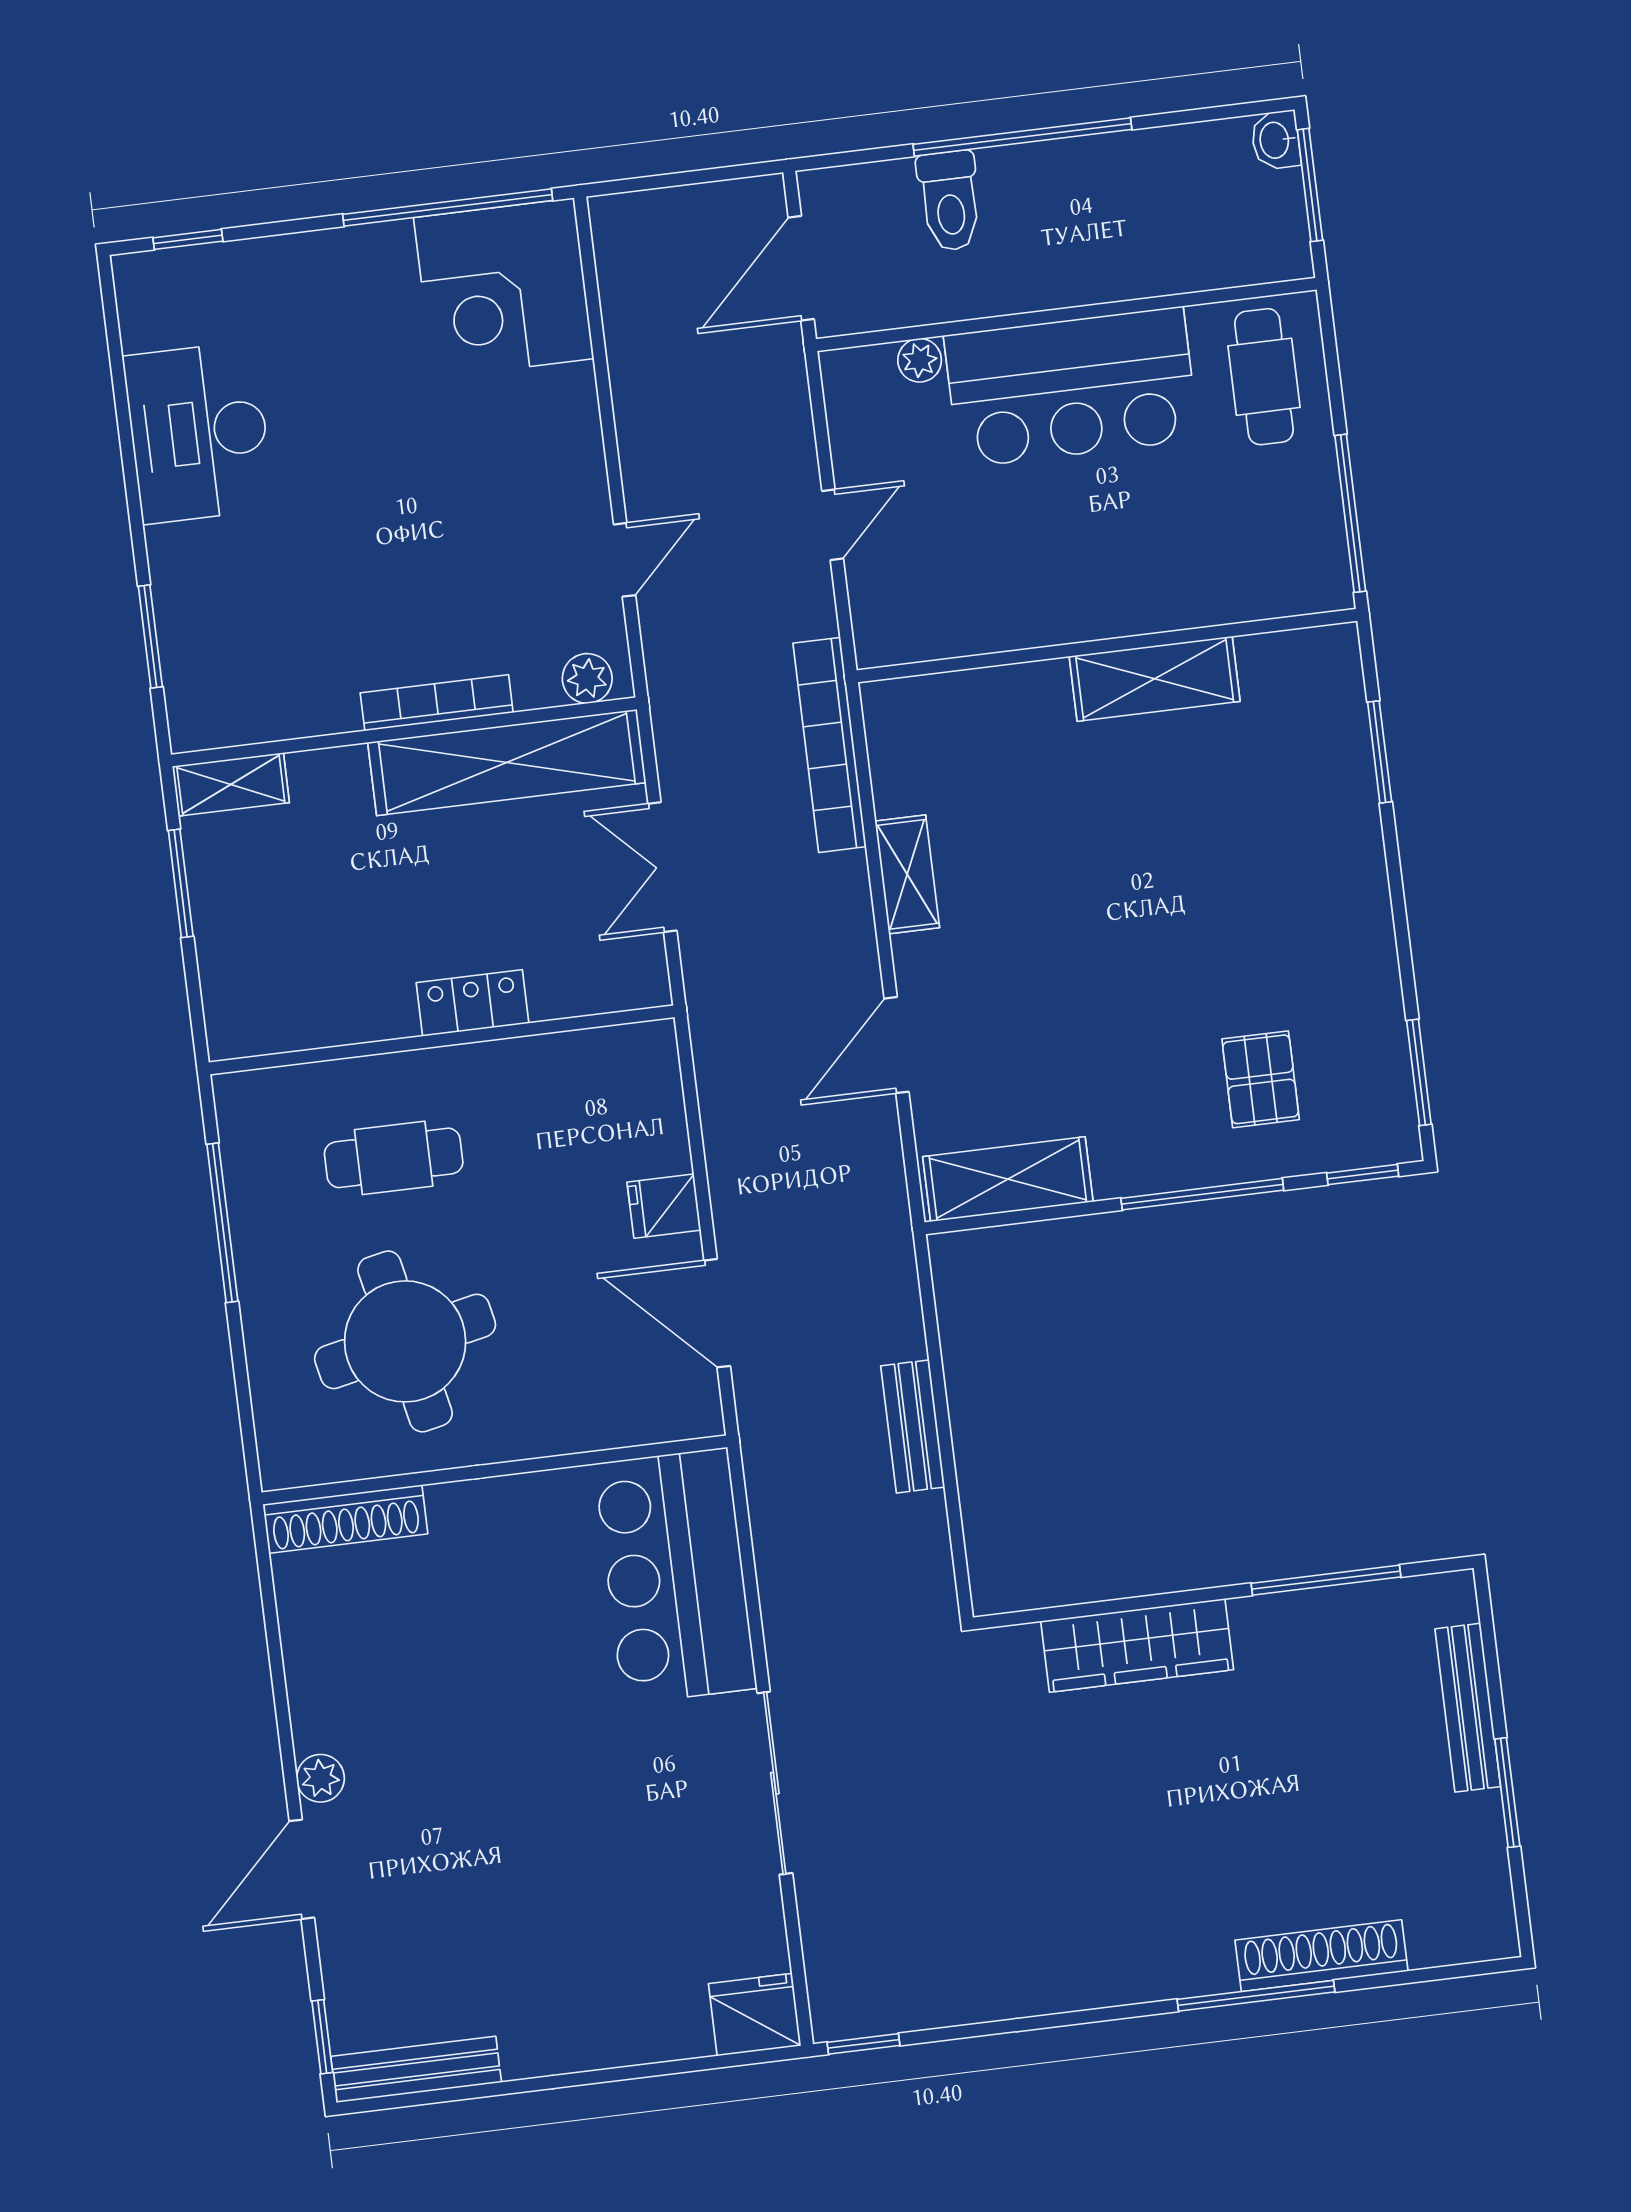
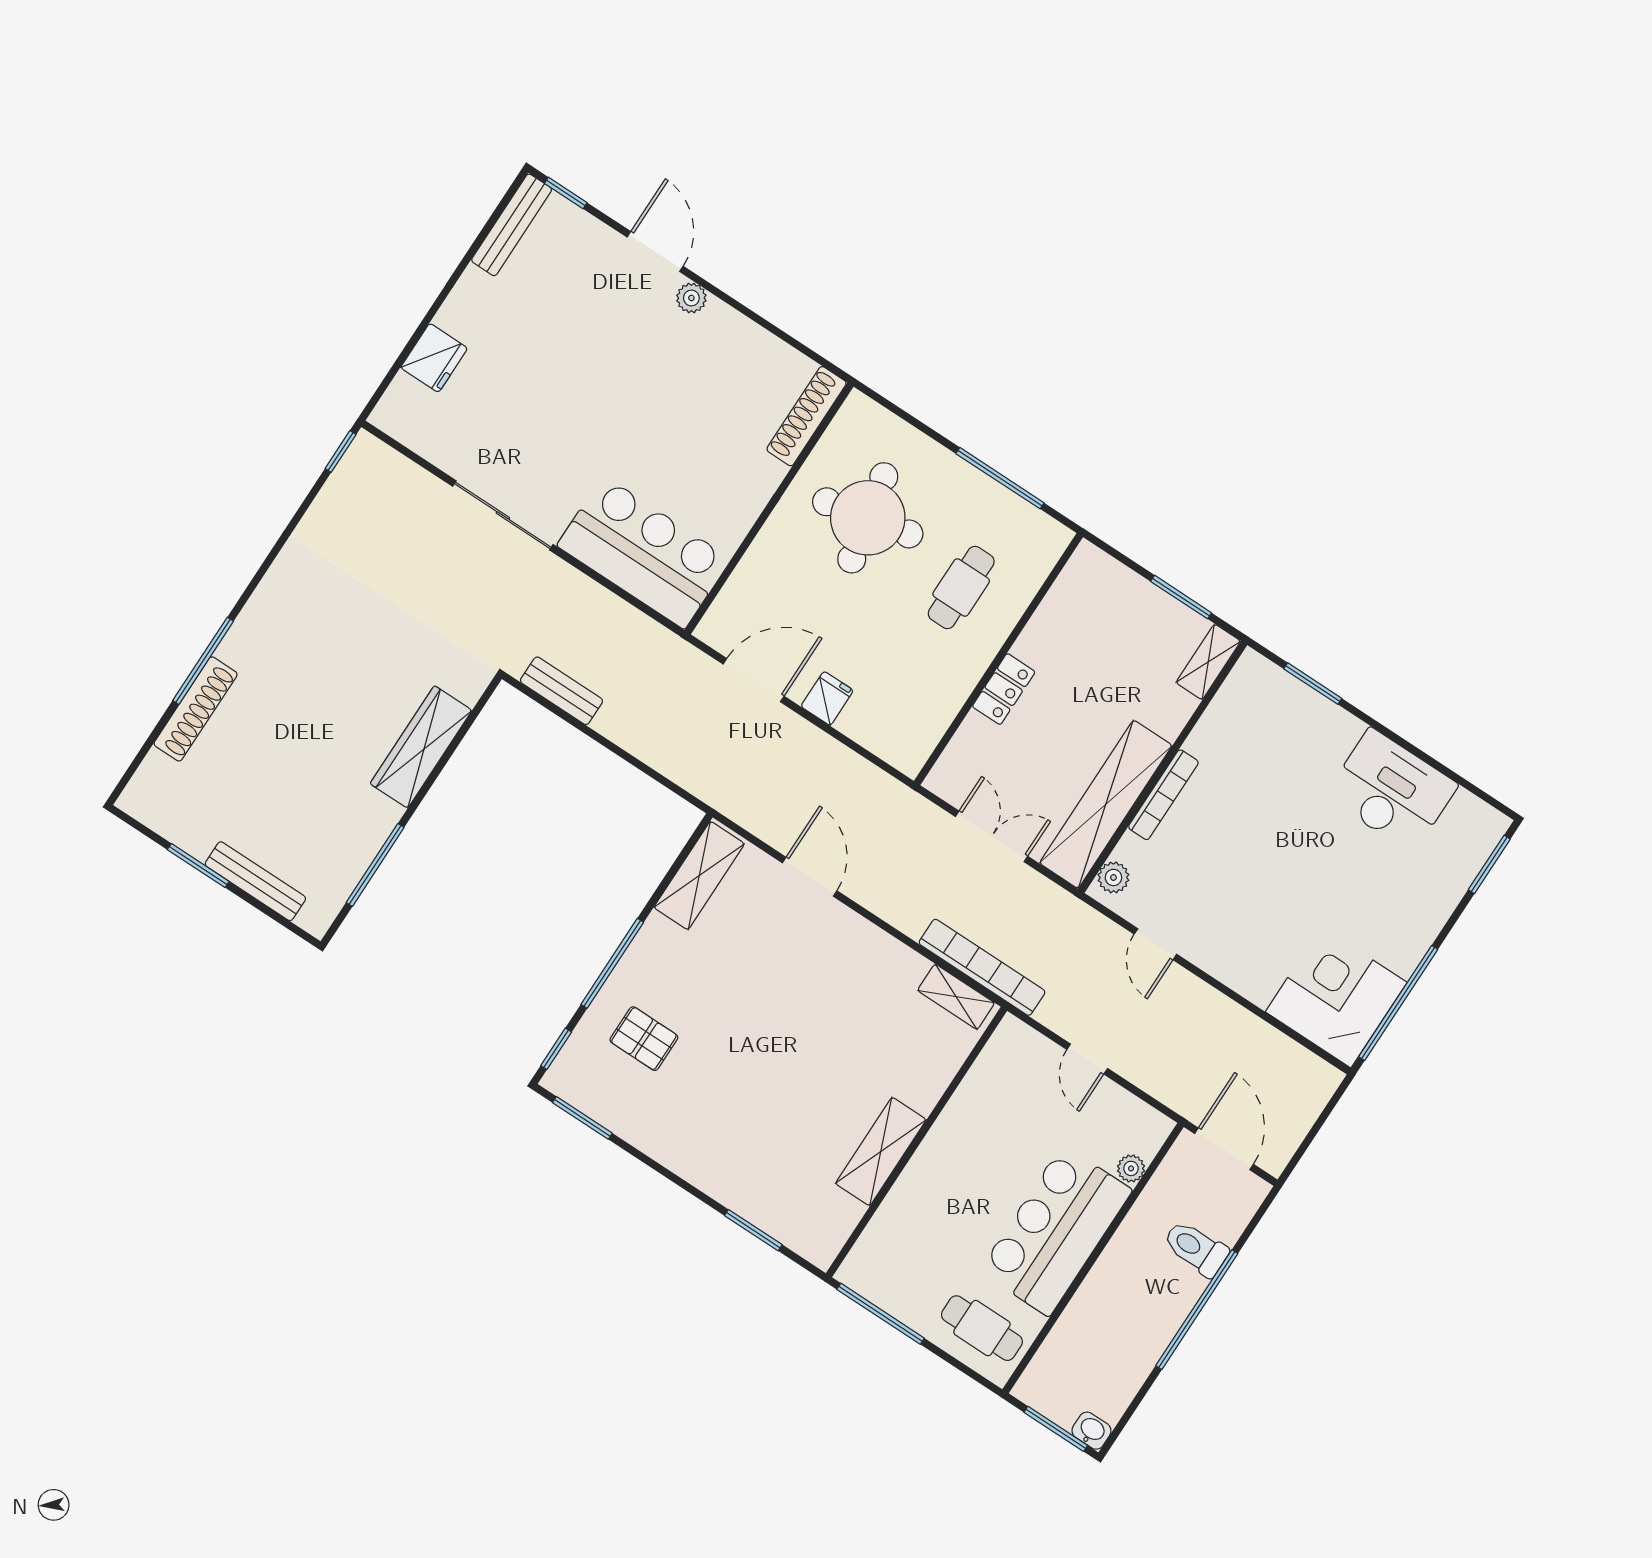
window: (188, 239) -> (1489, 864), width x1.50
shelving: (907, 874) -> (956, 997), moved
bench: (913, 1426) -> (562, 691), moved
fridge: (755, 2015) -> (434, 358), moved

